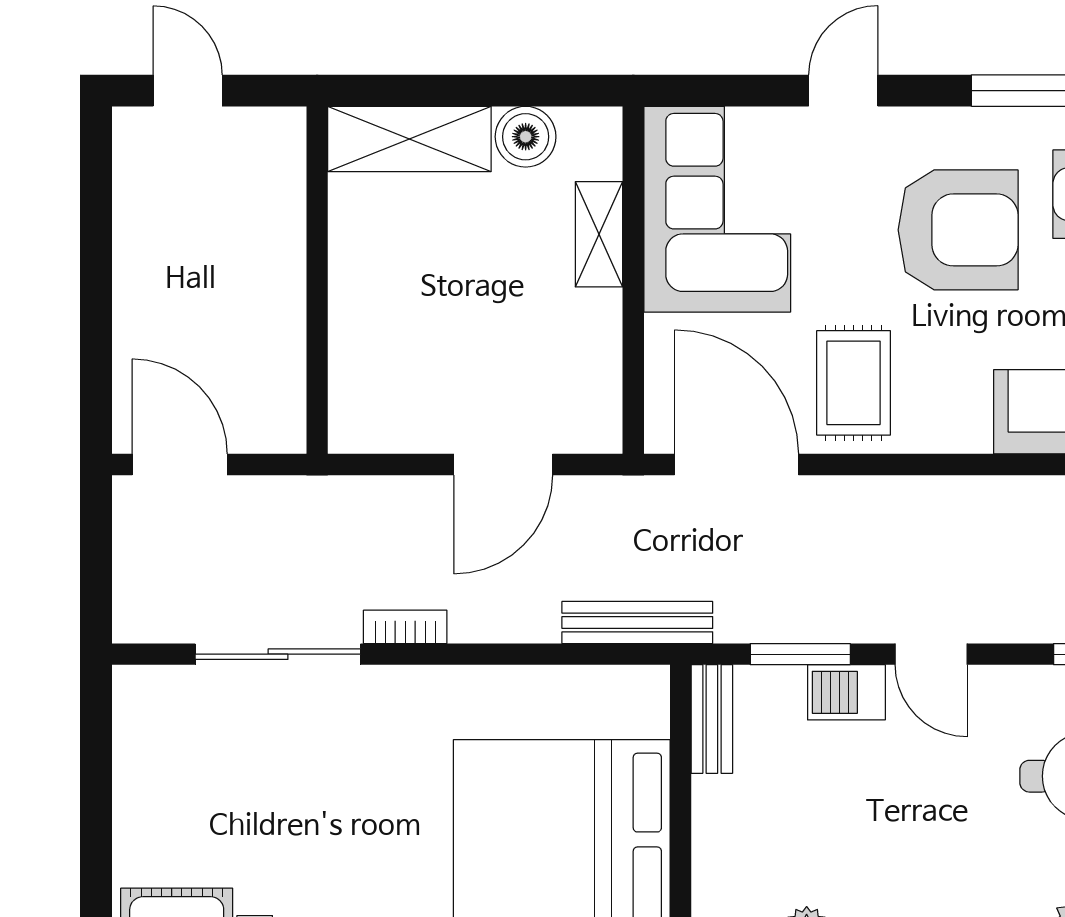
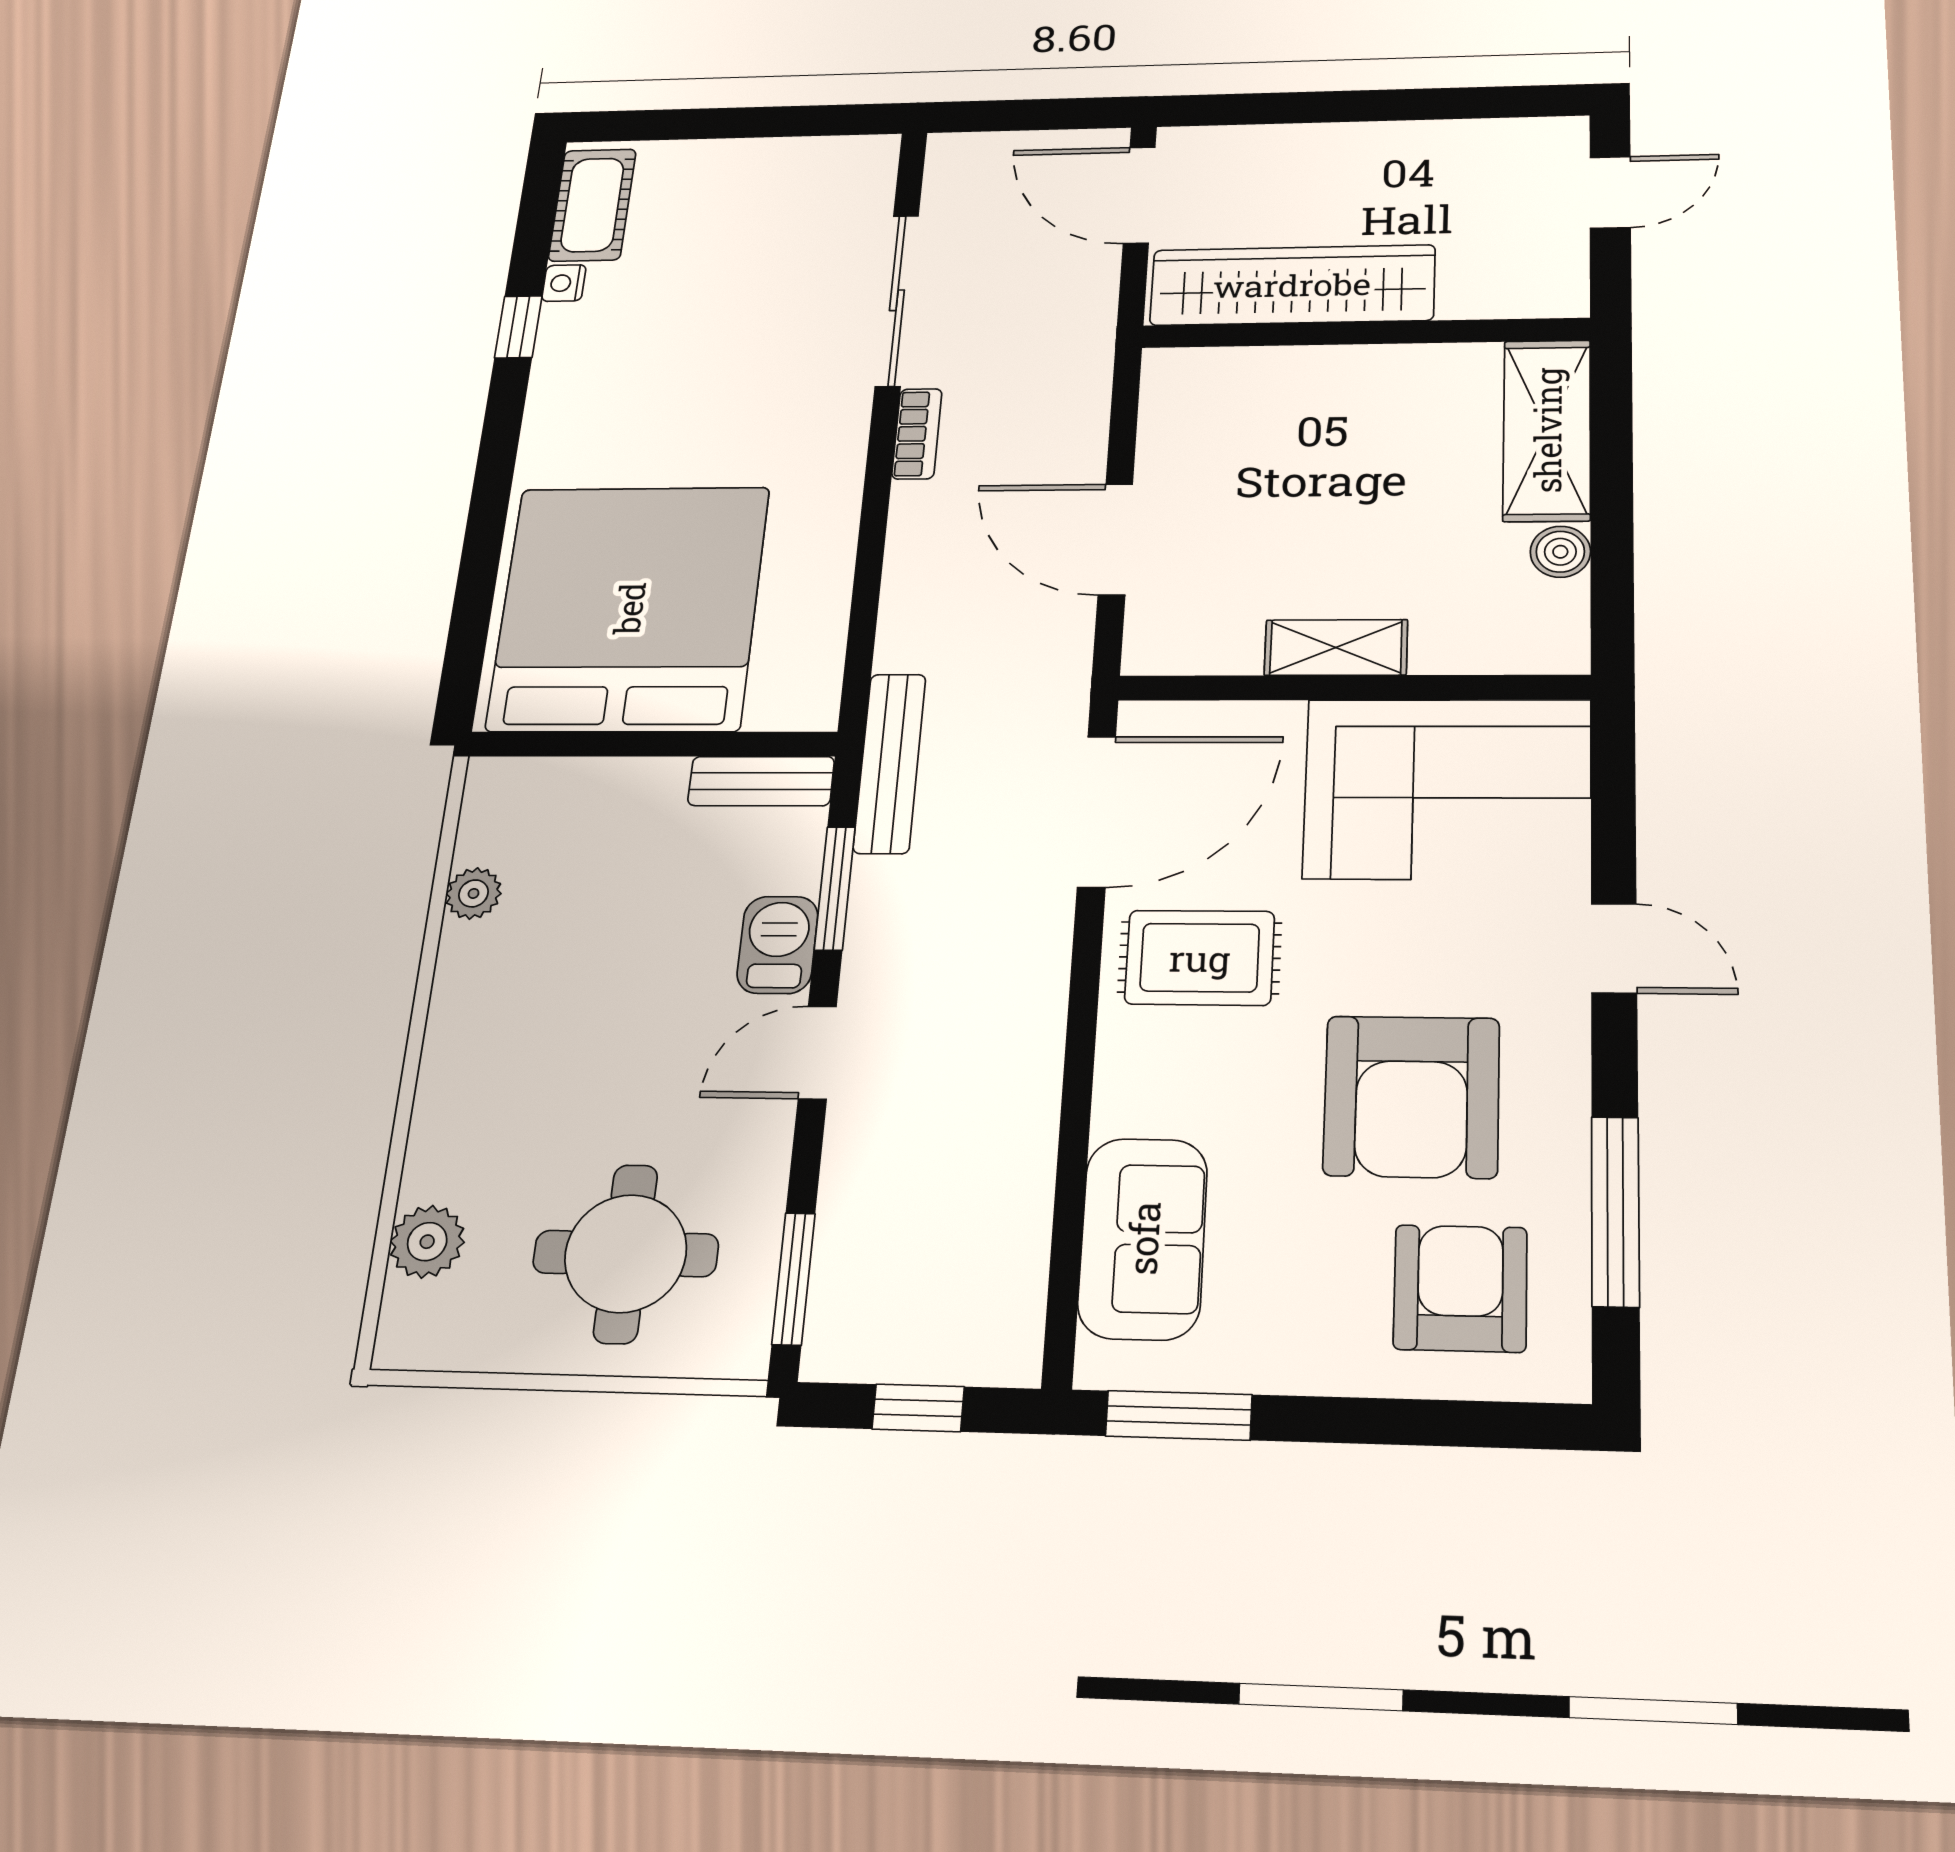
boiler: (526, 137) -> (1560, 552), width x0.73, depth x0.73
shelving: (599, 234) -> (1336, 647), moved
wardrobe: (271, 338) -> (1292, 285), added
door: (180, 465) -> (1139, 195), swing flipped
bench: (637, 623) -> (890, 763), moved

